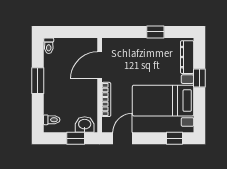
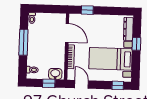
window: (155, 32) -> (87, 10), moved
door: (100, 65) -> (67, 33), swing flipped
window: (38, 81) -> (23, 42), width x1.44
door: (123, 138) -> (81, 84), hinge flipped

